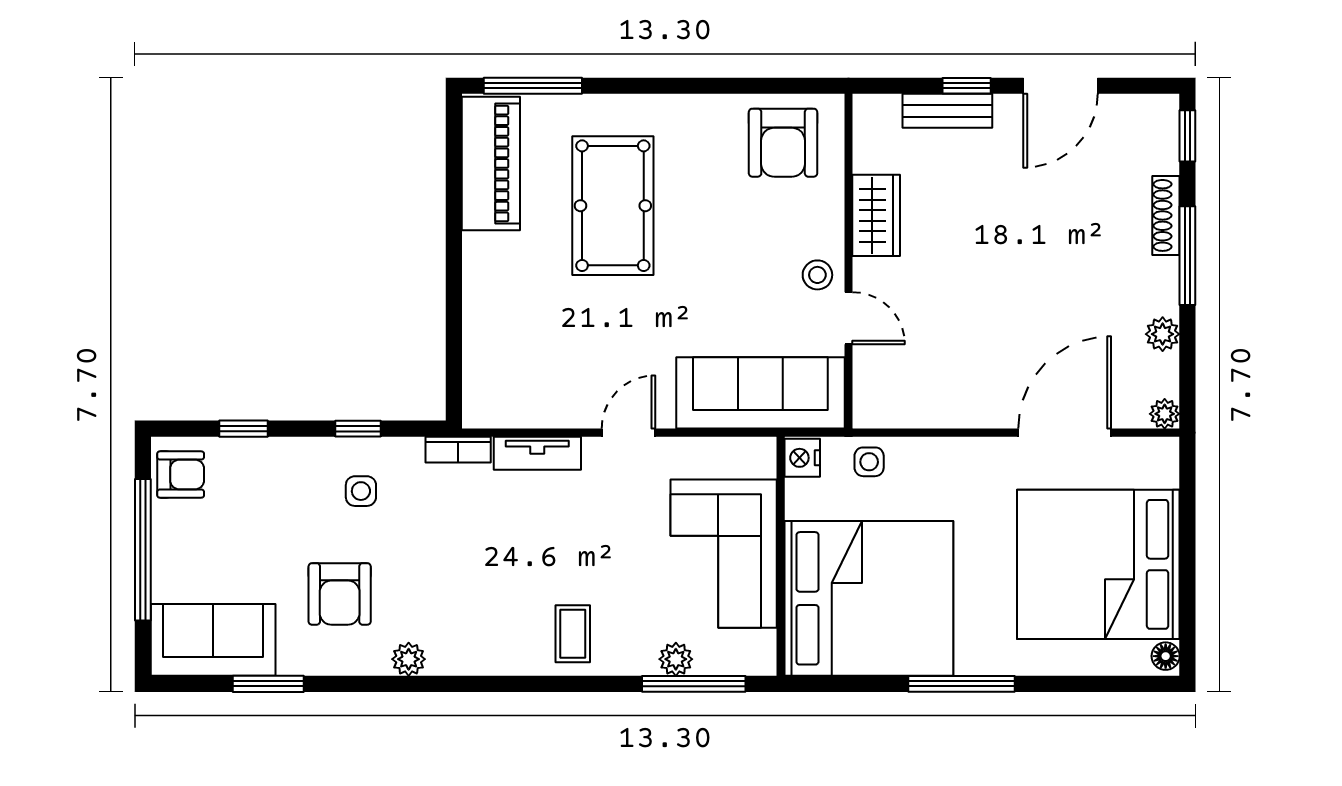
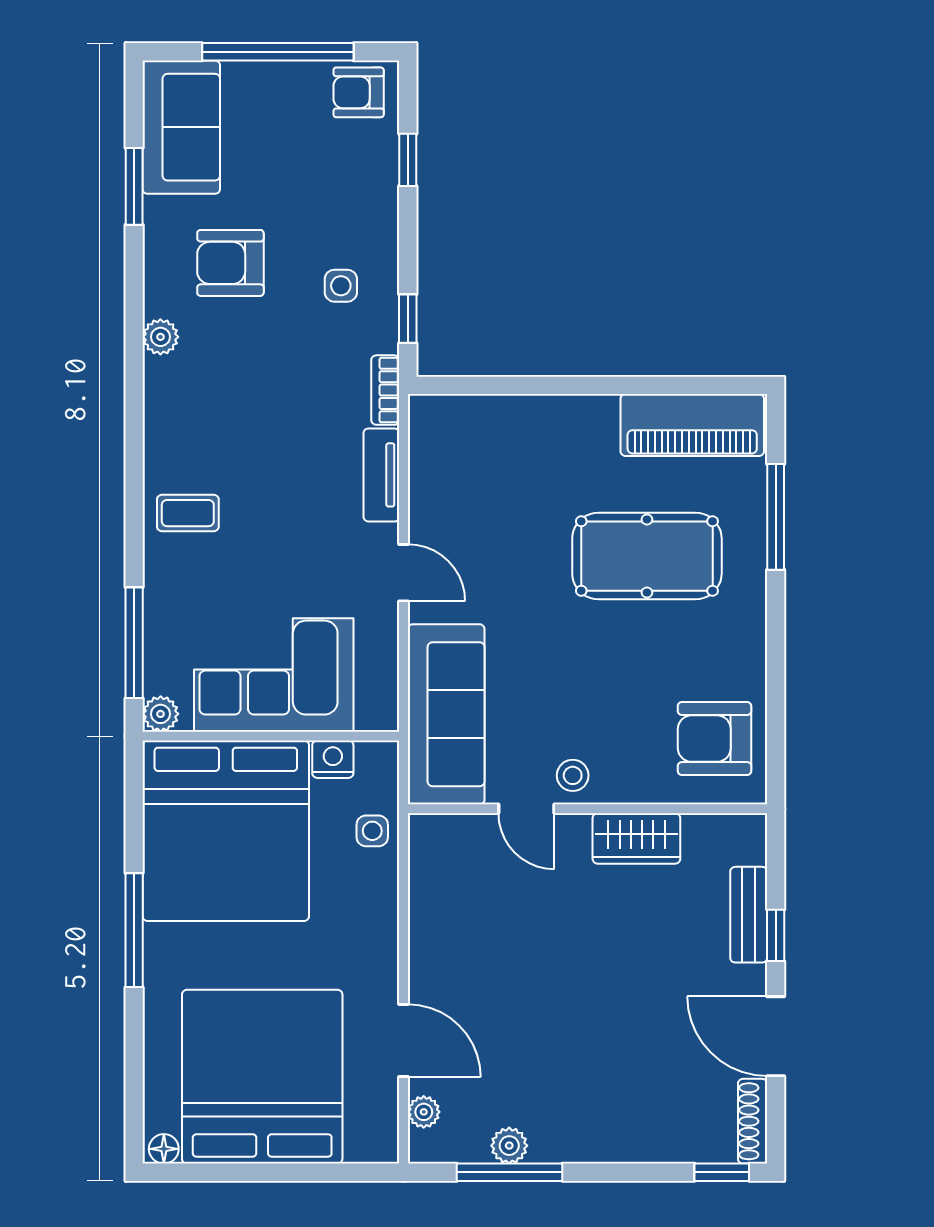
window: (533, 86) -> (776, 517), moved
shoe rack: (1166, 215) -> (753, 1121), moved, turned -90
window: (1187, 256) -> (510, 1172), moved
door: (849, 318) -> (526, 809), hinge flipped
plant: (1165, 414) -> (424, 1112), moved
window: (358, 429) -> (408, 319), moved
door: (1065, 433) -> (404, 1041), width x0.73
nightstand: (802, 458) -> (333, 759), moved
armchair: (181, 475) -> (359, 92), turned 90
plant: (676, 659) -> (161, 714), moved

